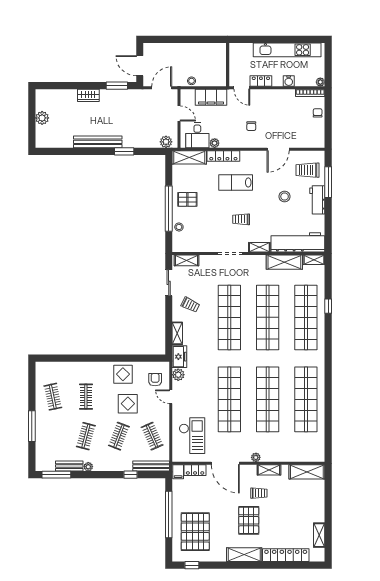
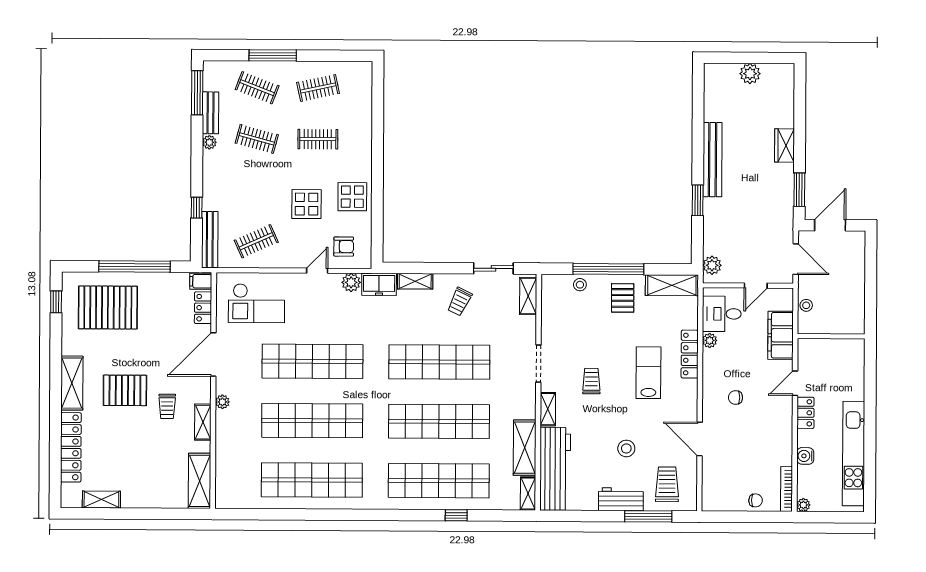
wall: (228, 65) -> (831, 336), moved
shelving: (189, 157) -> (672, 285), moved, turned 90
clothes rail: (119, 436) -> (257, 88), moved

